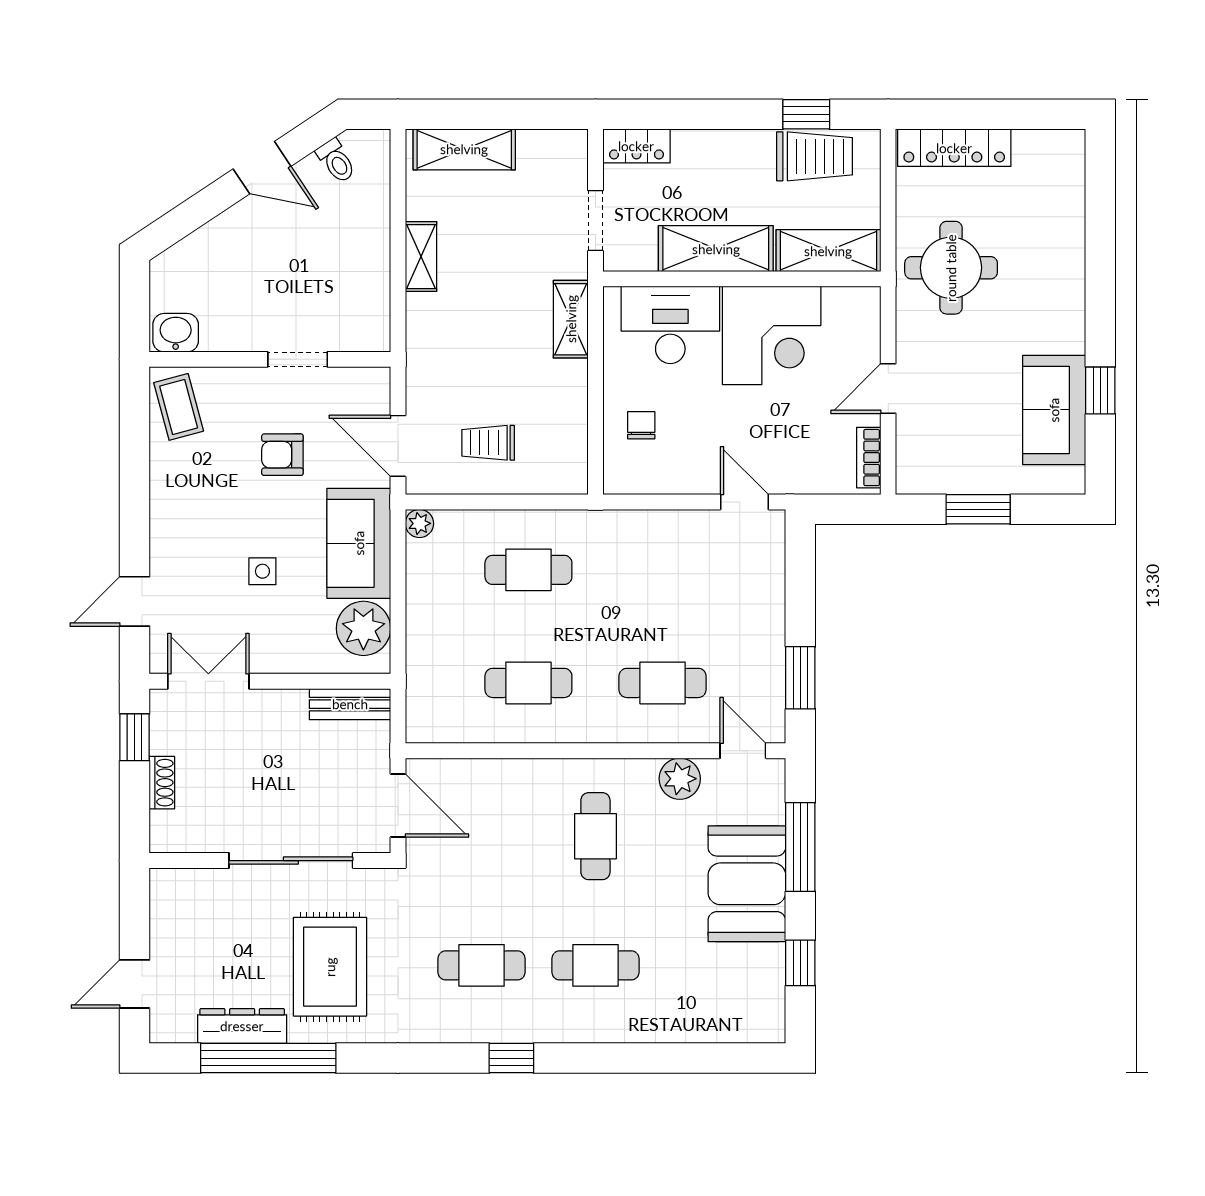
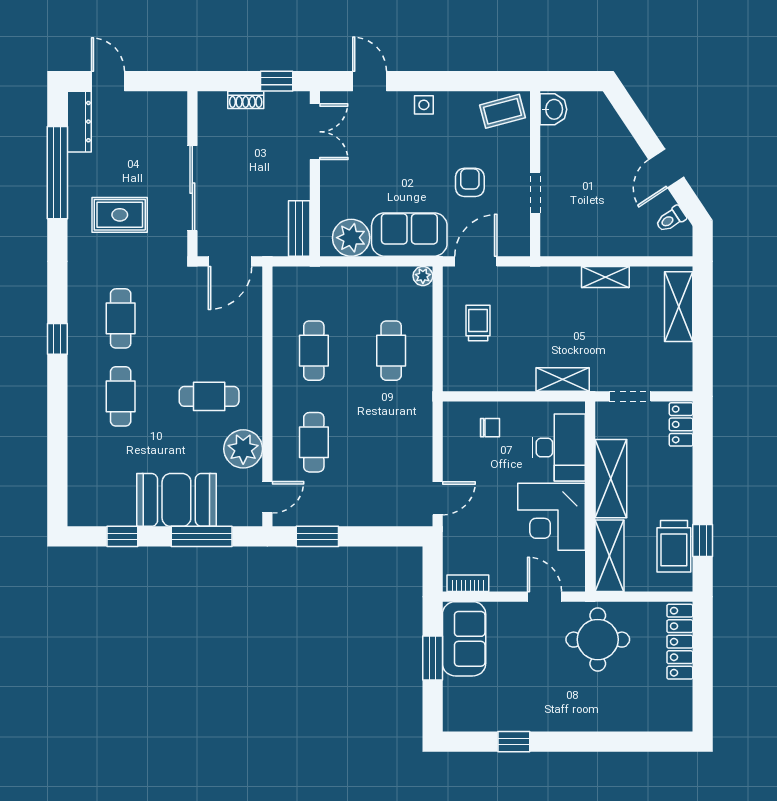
door: (888, 389) -> (545, 597), moved
sofa: (1054, 410) -> (464, 639), moved, turned 90
side table: (262, 571) -> (424, 105), moved
plant: (680, 779) -> (243, 449), width x1.36, depth x1.36
rug: (330, 967) -> (120, 215), width x0.73, depth x0.70
dresser: (242, 1026) -> (79, 122), moved

